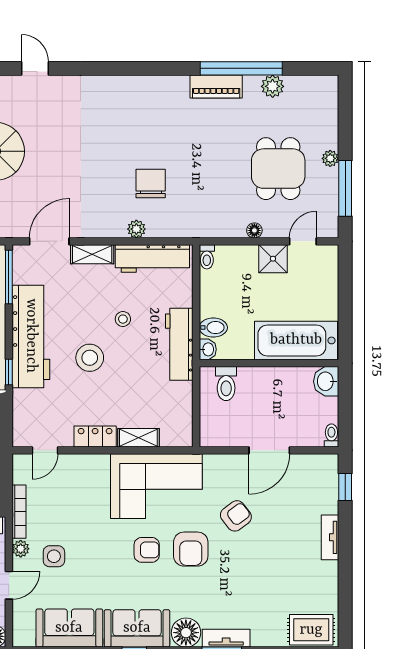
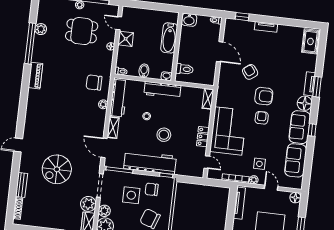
piano: (216, 87) -> (35, 76), moved
chair: (151, 184) -> (94, 83), moved
bidet: (213, 328) -> (144, 71), moved
bathtub: (296, 340) -> (169, 38), width x0.73, depth x0.73
shelving: (138, 438) -> (208, 99), moved
corner sofa: (156, 486) -> (228, 131), moved

